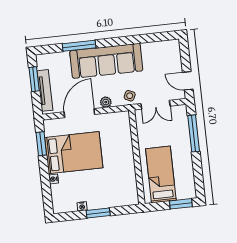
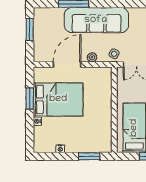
tv unit: (45, 90) -> (38, 41), removed
window: (41, 144) -> (30, 98), moved
window: (98, 213) -> (89, 156), moved

